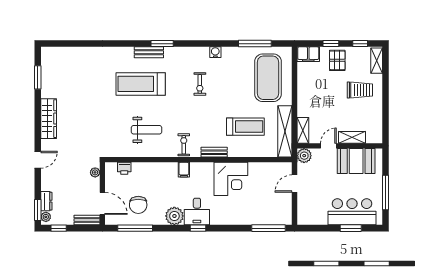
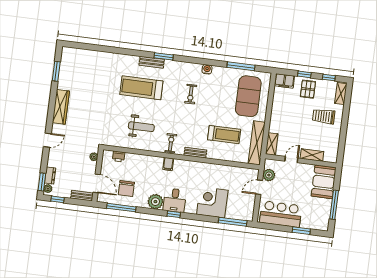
trolley: (360, 90) -> (324, 116), turned 180
plant: (304, 156) -> (269, 175), moved
booth: (356, 161) -> (324, 182), moved, turned 90
corner desk: (231, 179) -> (212, 202), moved, turned 180
bar counter: (352, 212) -> (281, 214), moved

